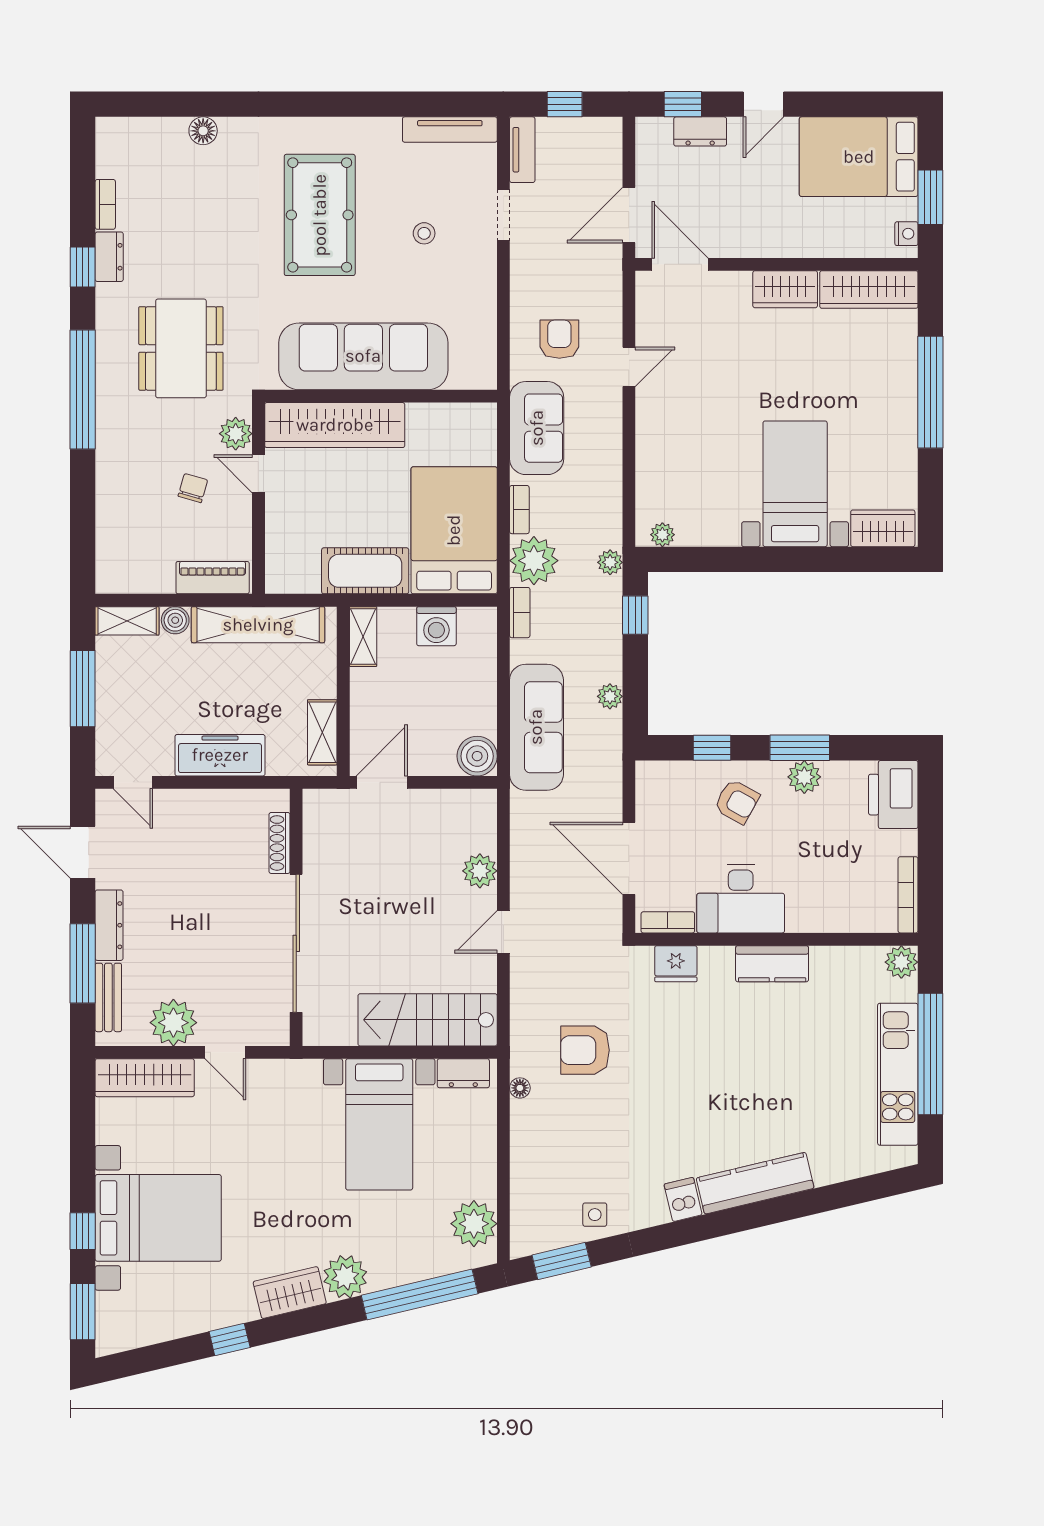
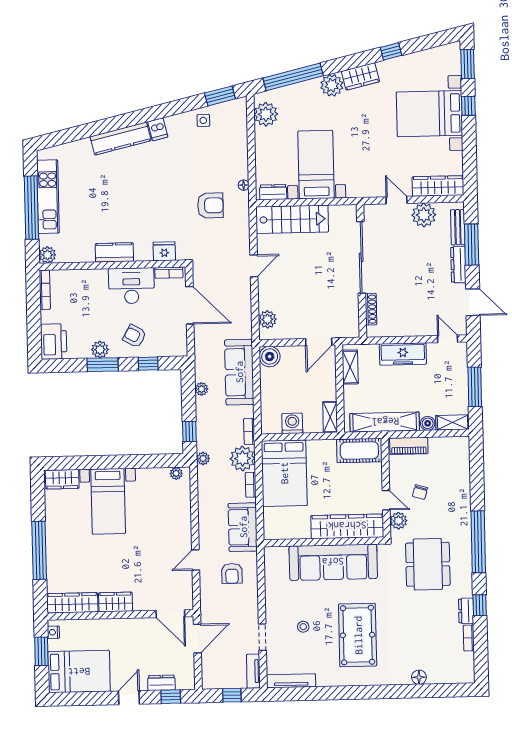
cot: (365, 571) -> (359, 451), moved
plant: (480, 871) -> (267, 319), moved

